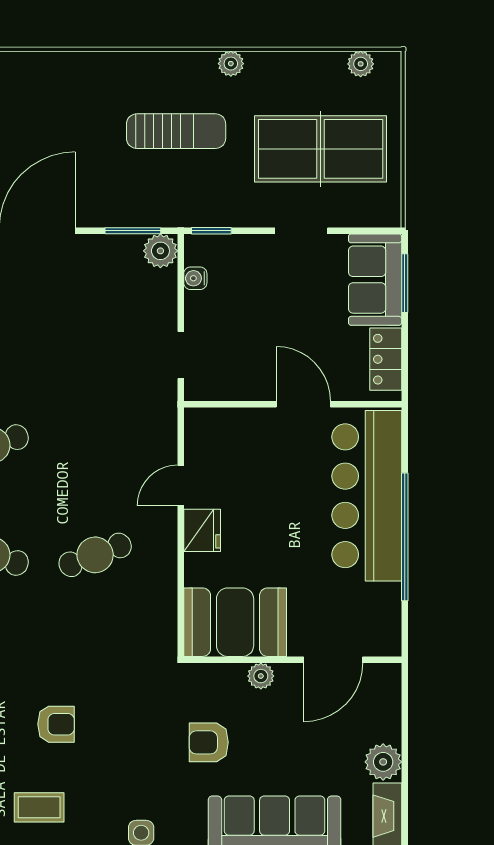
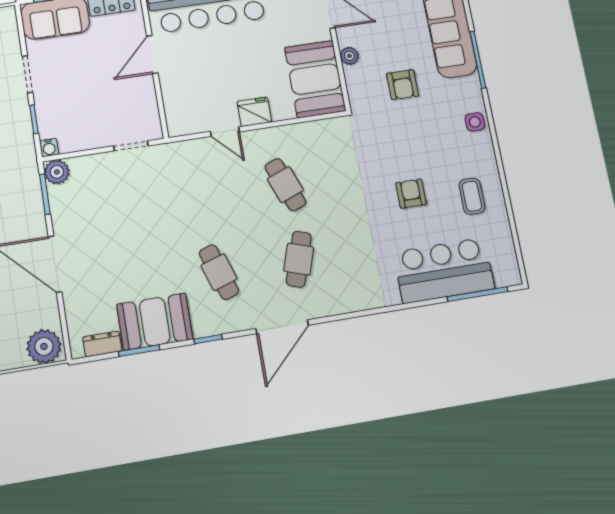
window: (211, 231) -> (34, 119), moved
water cooler: (195, 278) -> (49, 148), moved

